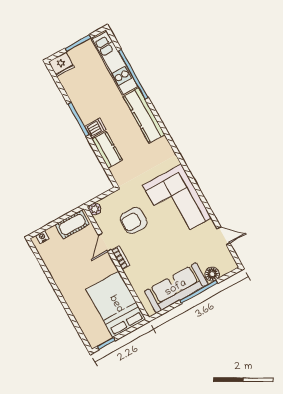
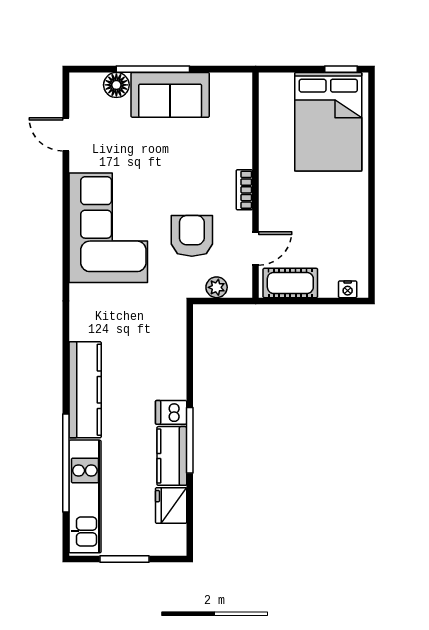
fridge: (61, 64) -> (171, 505), moved, turned -90
kitchen counter: (107, 150) -> (172, 456), moved
plant: (95, 209) -> (217, 287), moved
armchair: (134, 221) -> (192, 236), turned -90
door: (105, 242) -> (256, 248), moved
sofa: (176, 288) -> (170, 95), width x0.73
bed: (116, 304) -> (328, 122), moved

